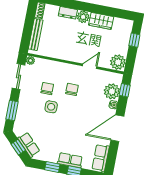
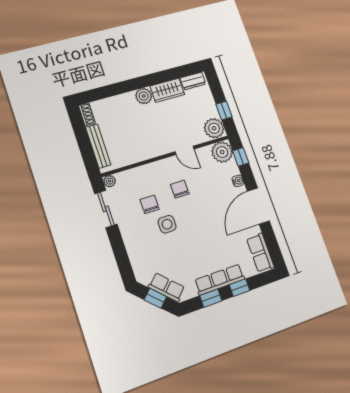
dresser: (68, 13) -> (193, 81), moved
window: (134, 40) -> (224, 111), moved
door: (90, 66) -> (185, 150), swing flipped
plant: (112, 91) -> (222, 152), moved
window: (12, 110) -> (121, 256), removed
row of seats: (70, 160) -> (220, 279), width x1.48

